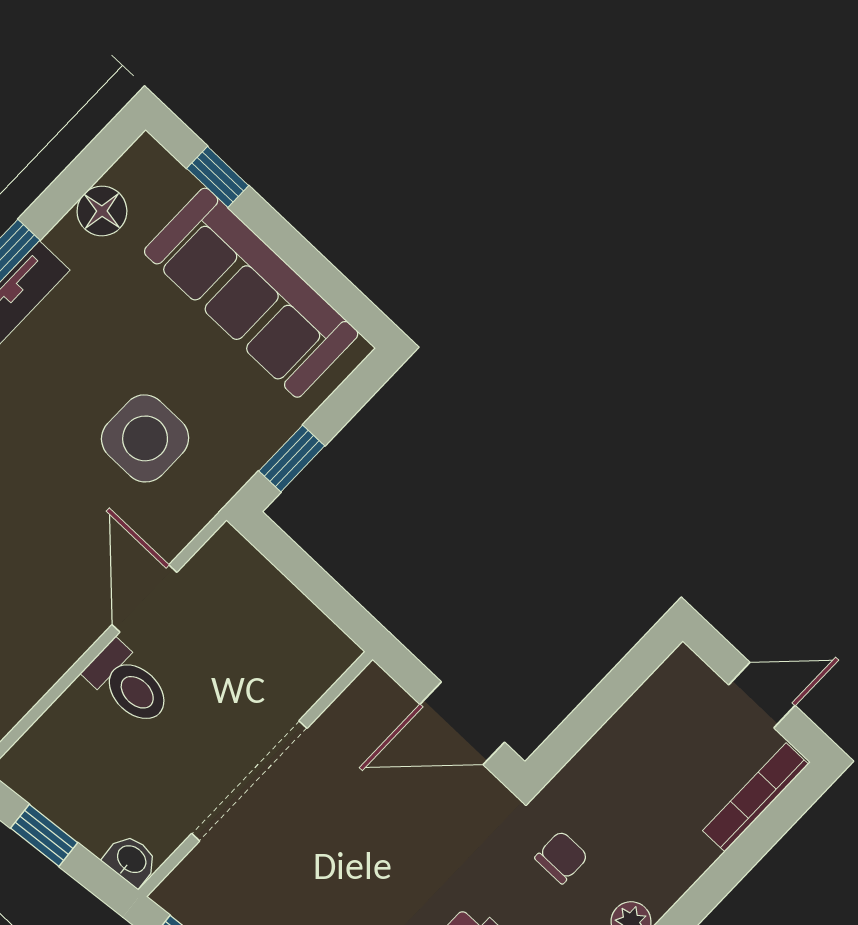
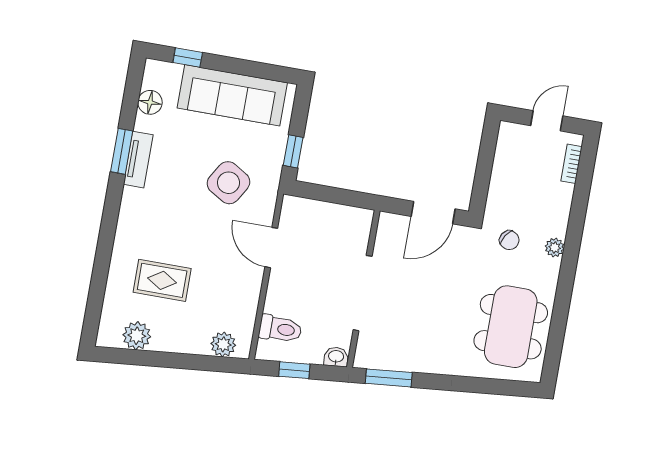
side table: (145, 438) -> (228, 183), turned 31
toilet: (129, 684) -> (280, 329), moved
bookcase: (756, 797) -> (572, 164), width x0.64
chair: (562, 857) -> (509, 240), turned 122

